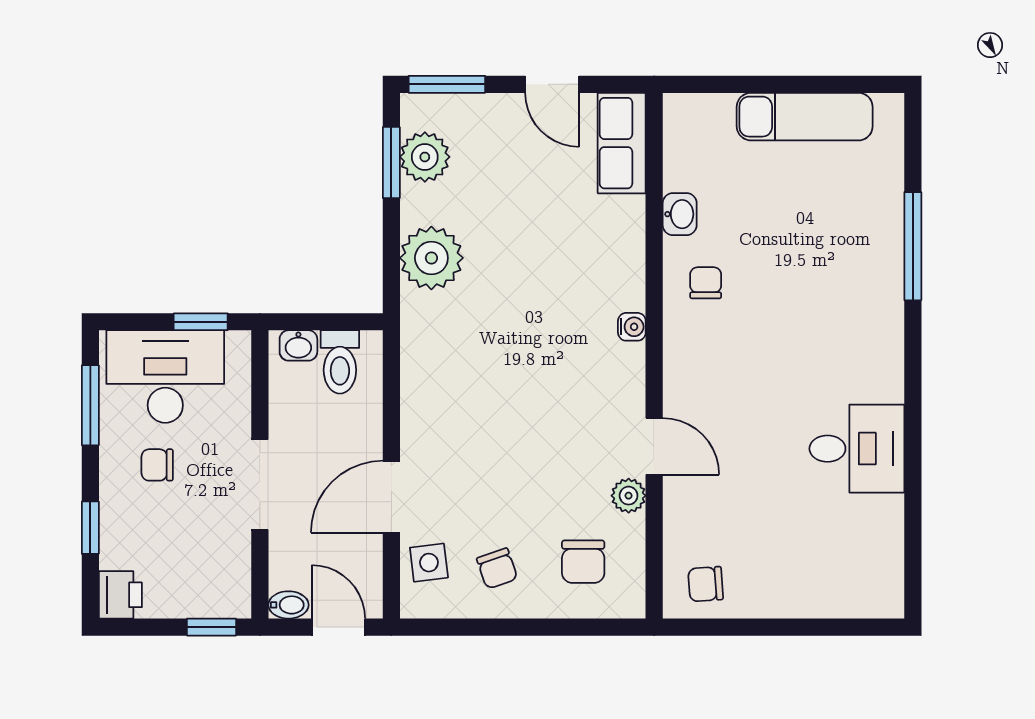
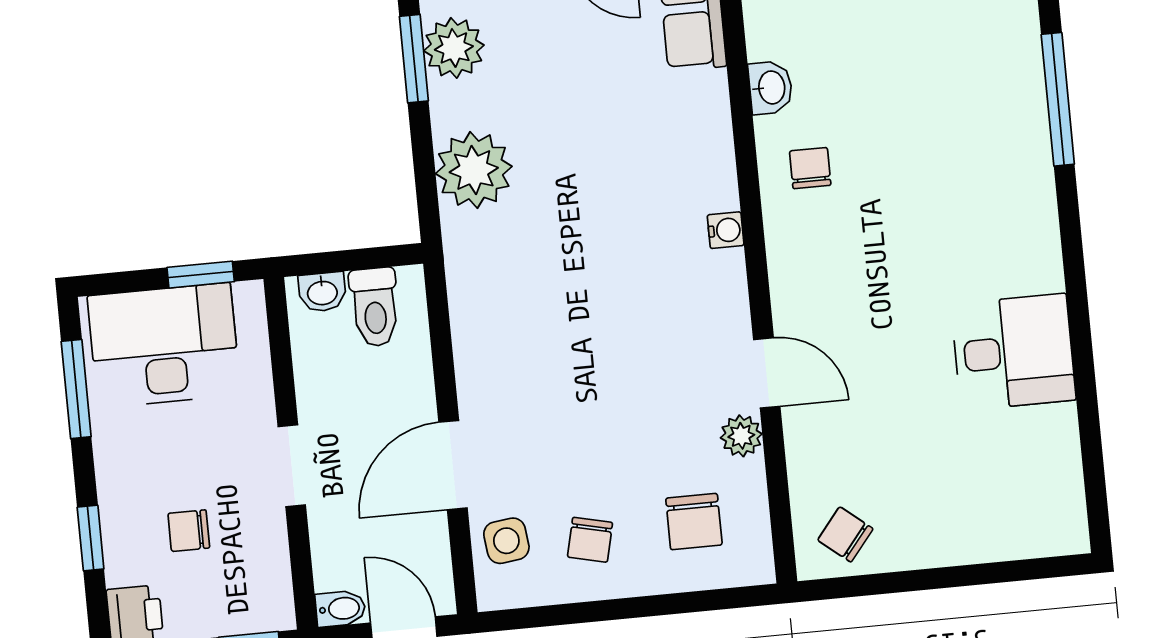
chair: (157, 465) -> (189, 531), moved
doorway: (260, 485) -> (292, 466), width x0.73
chair: (497, 568) -> (590, 540), turned 32
chair: (706, 584) -> (845, 534), turned 43

